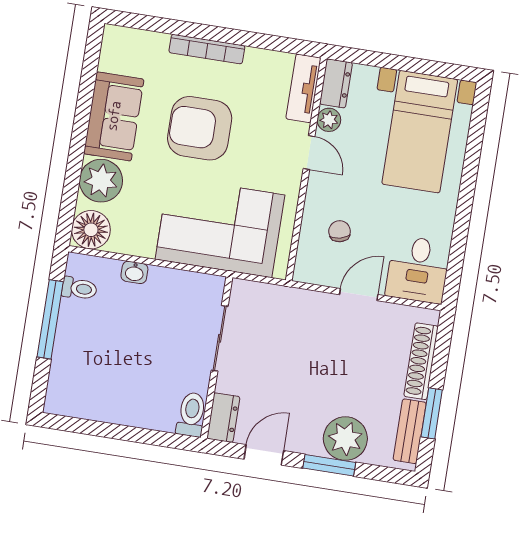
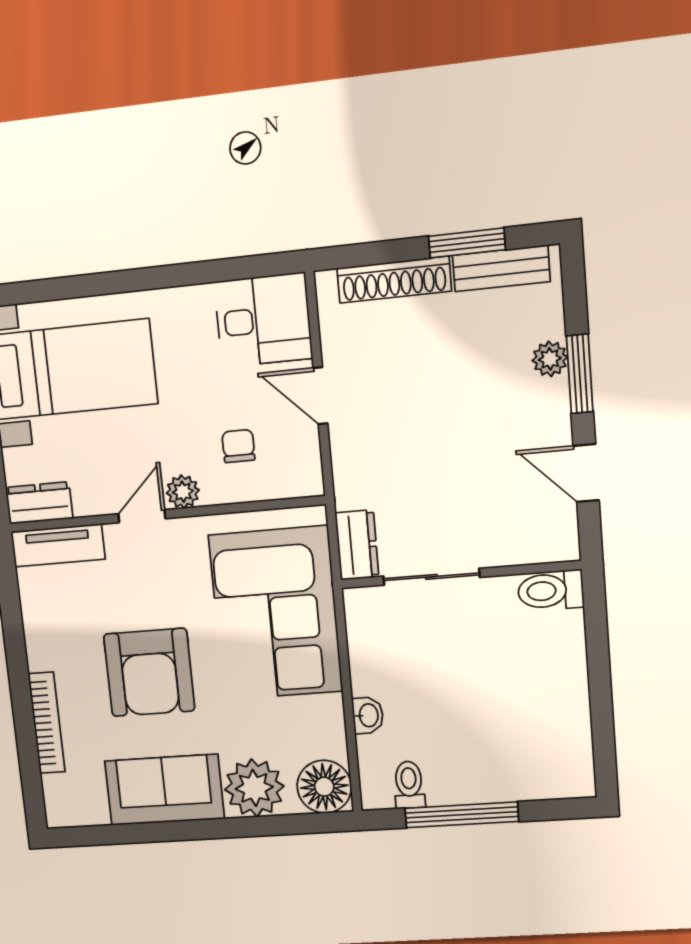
bookcase: (207, 49) -> (47, 723), moved
plant: (329, 120) -> (183, 492), moved
chair: (340, 231) -> (238, 446), turned 103
dresser: (223, 418) -> (357, 545), moved, turned 90
plant: (345, 439) -> (550, 359), width x0.53, depth x0.53

